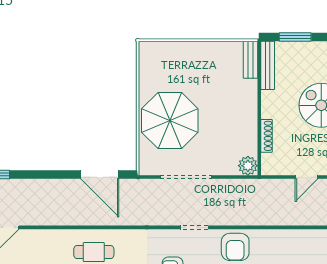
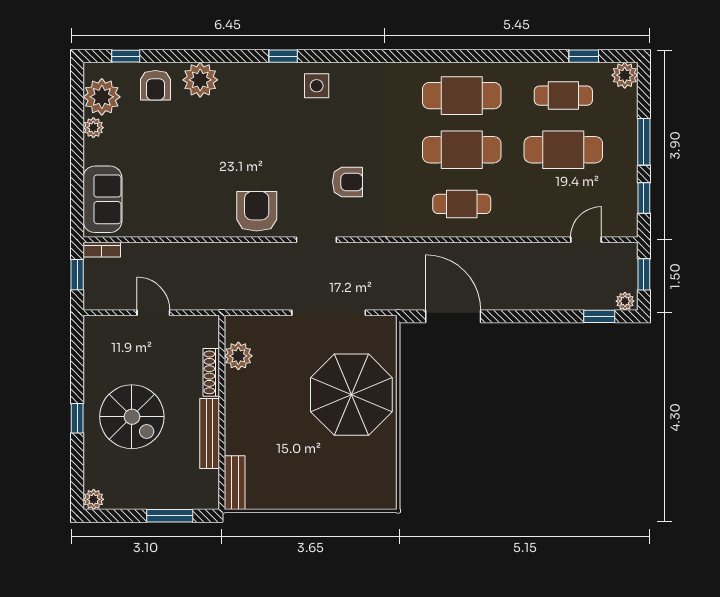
bench: (268, 65) -> (210, 433), moved
plant: (248, 166) -> (238, 356), moved
door: (306, 177) -> (153, 313), hinge flipped

